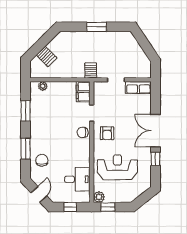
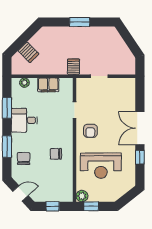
row of seats: (138, 88) -> (122, 84), removed
filing cabinet: (83, 92) -> (48, 85), moved, turned -90
chair: (82, 132) -> (56, 154), moved
reception desk: (117, 167) -> (101, 166), turned 180
desk: (77, 179) -> (24, 120), moved, turned 180
door: (39, 194) -> (21, 193), hinge flipped

